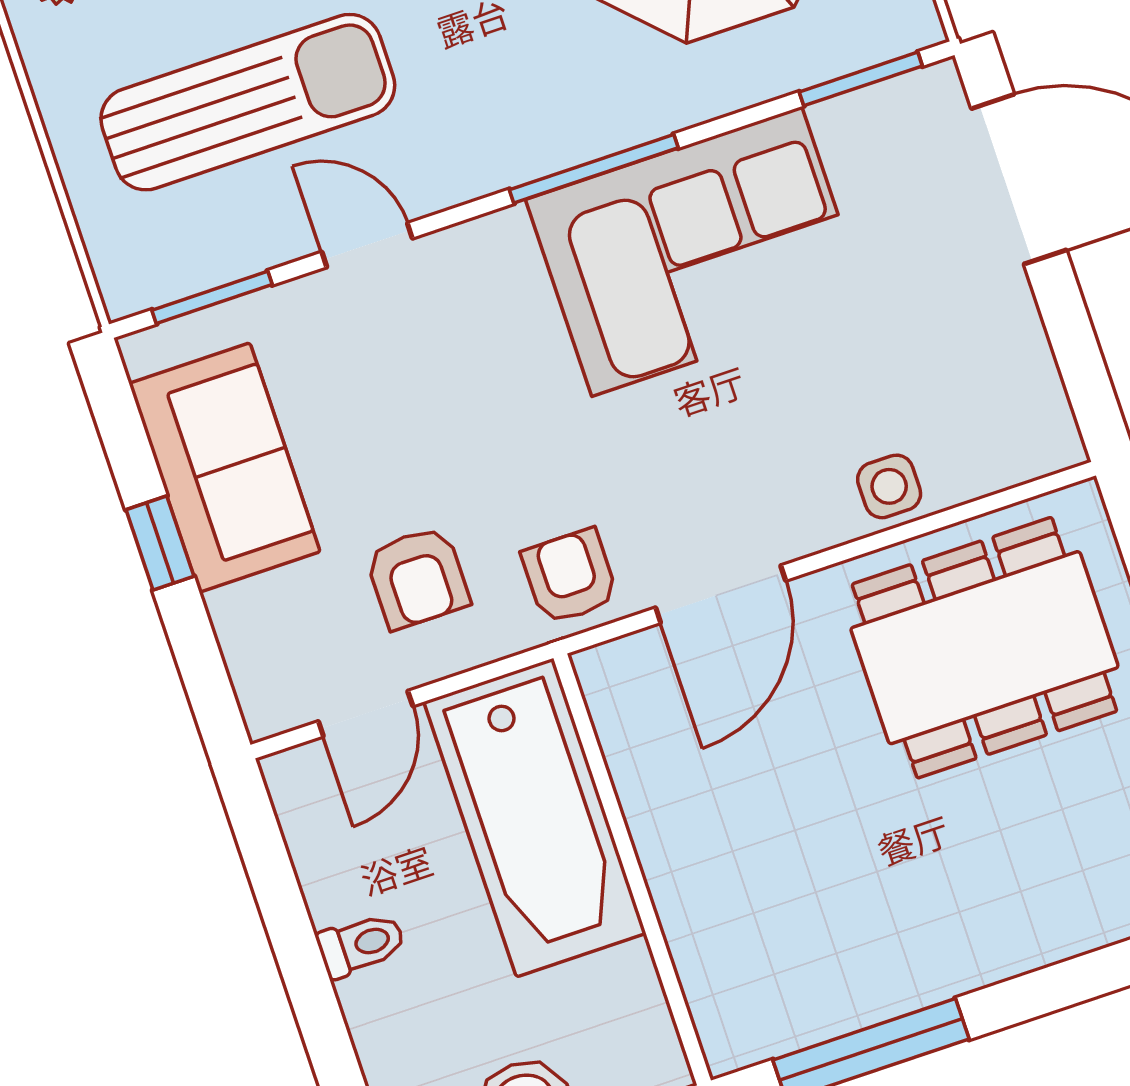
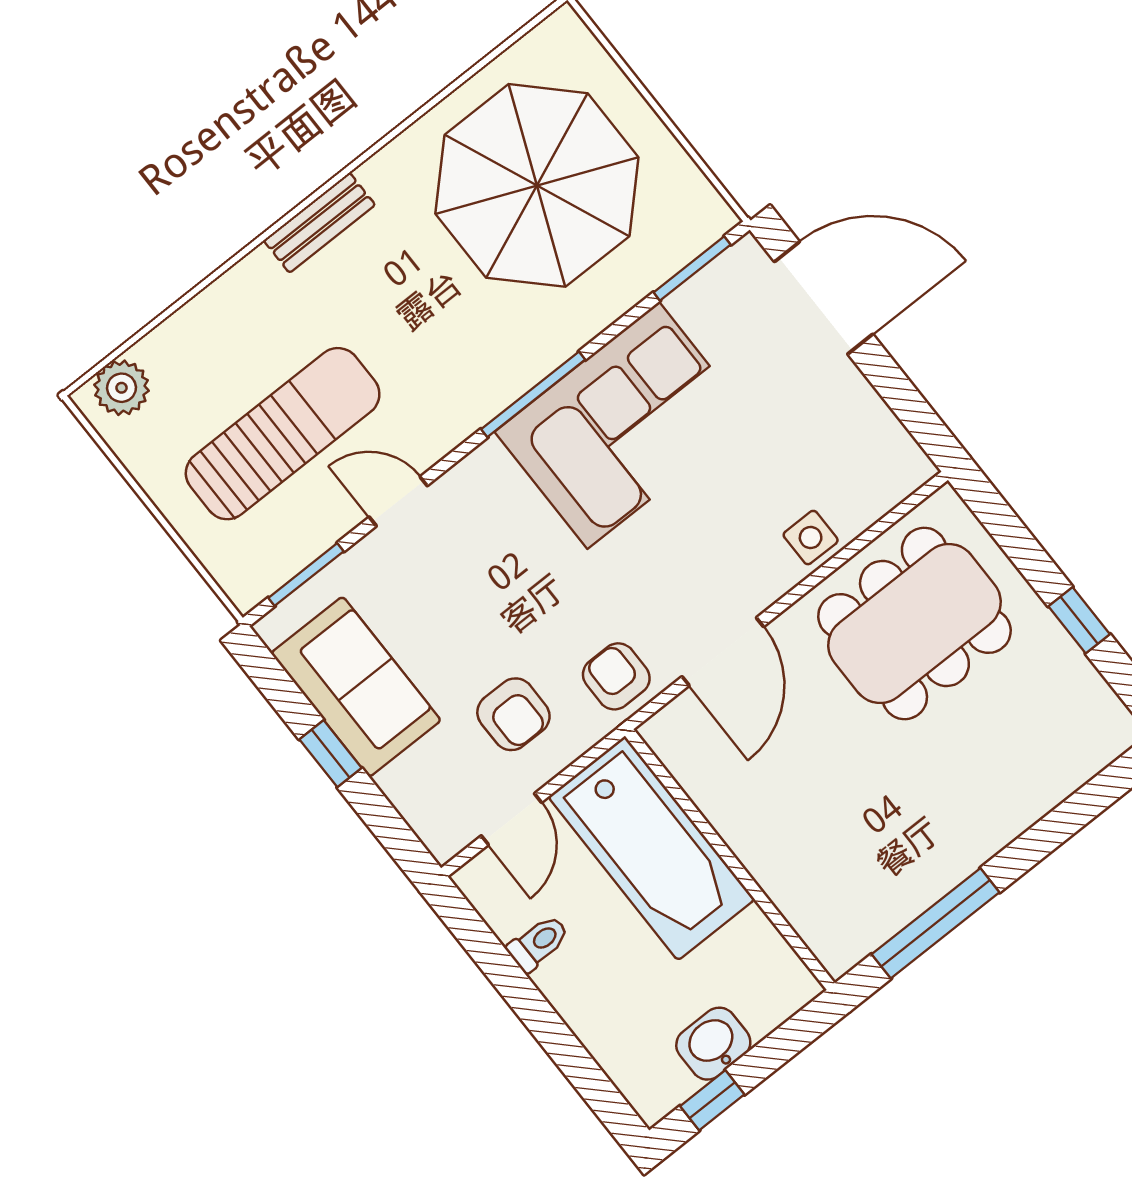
toilet: (361, 945) -> (538, 943), moved

